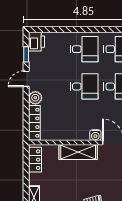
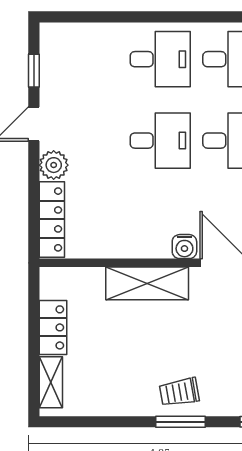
printer: (37, 42) -> (56, 43), removed
locker: (35, 160) -> (53, 327), moved

